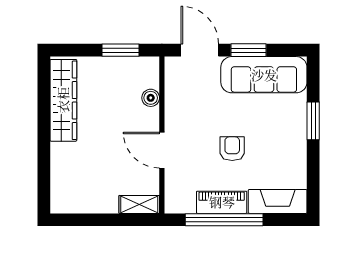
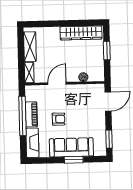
window: (120, 50) -> (107, 51), moved
window: (249, 50) -> (109, 139), moved
sofa: (264, 75) -> (71, 147), moved, turned 90
shelving: (88, 202) -> (30, 47), added

